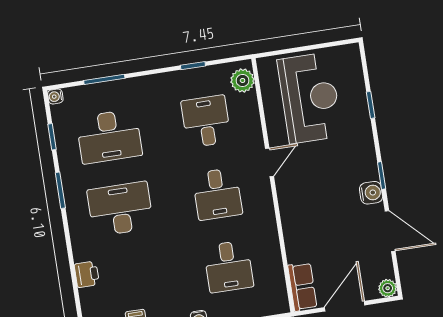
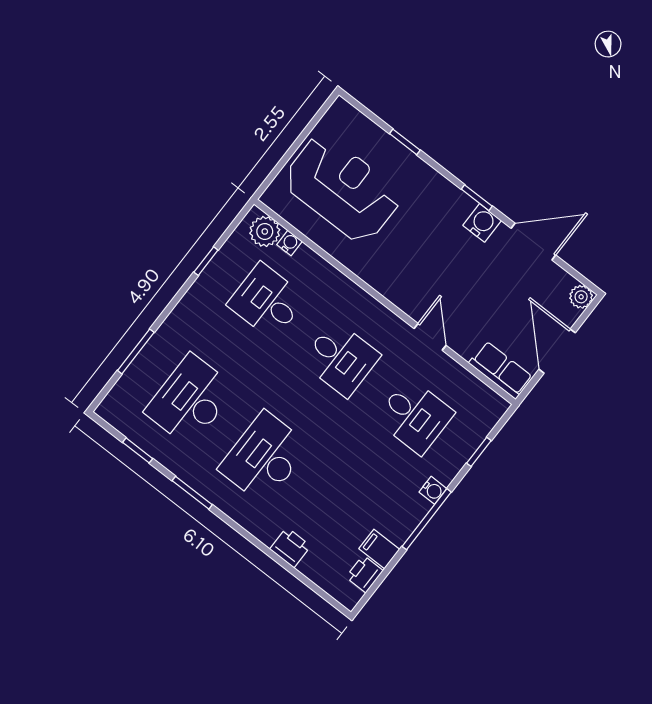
water cooler: (55, 96) -> (290, 243), moved, turned 180
desk: (109, 136) -> (190, 400), turned 180
door: (269, 162) -> (430, 337), moved

